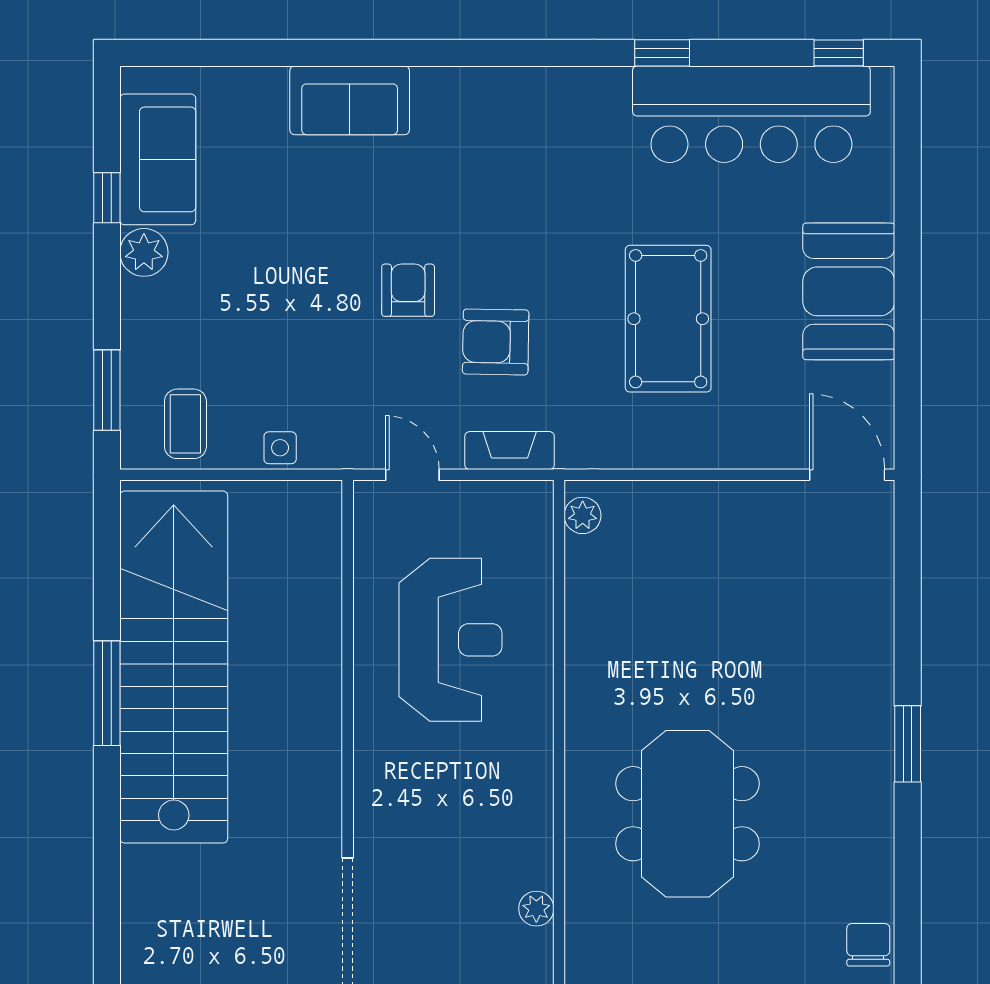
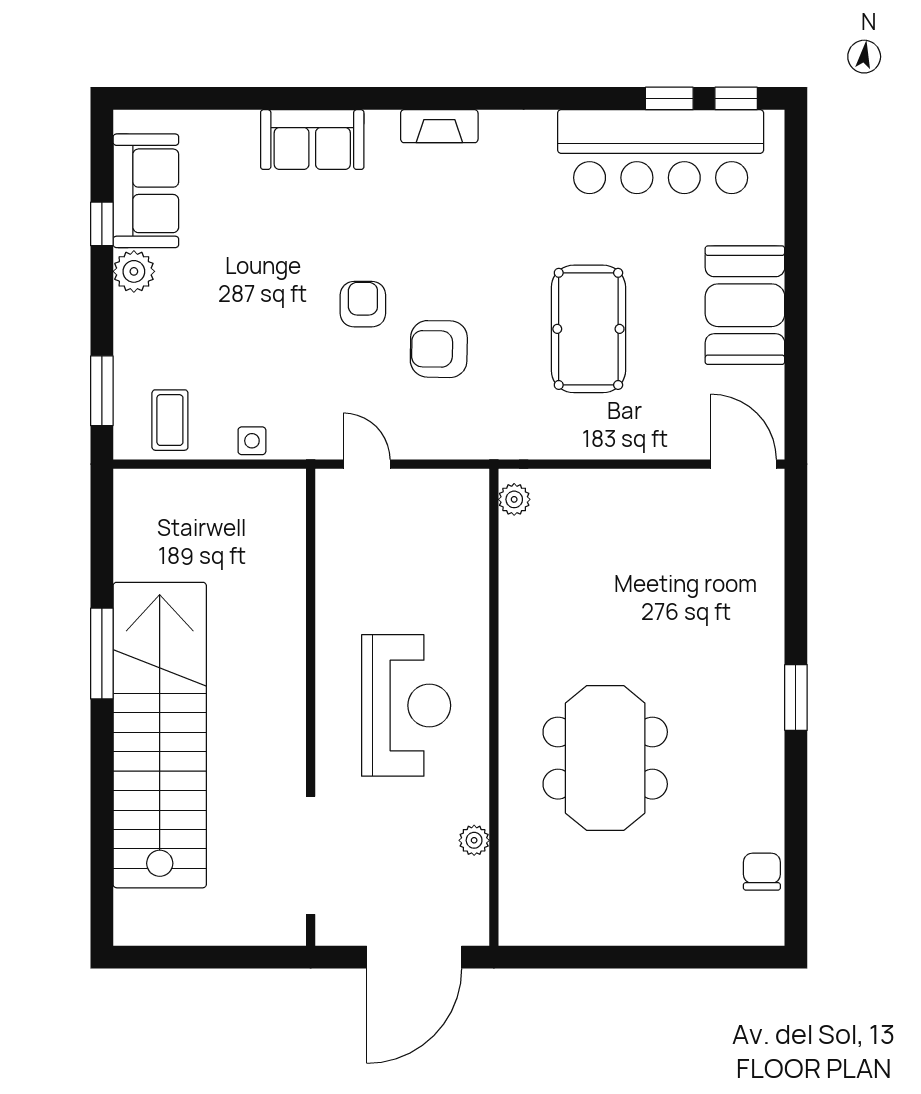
window: (662, 53) -> (669, 98), moved
fireplace: (510, 451) -> (439, 126), moved, turned 180
reception desk: (451, 640) -> (406, 705), moved
stairs: (174, 667) -> (160, 735), moved

